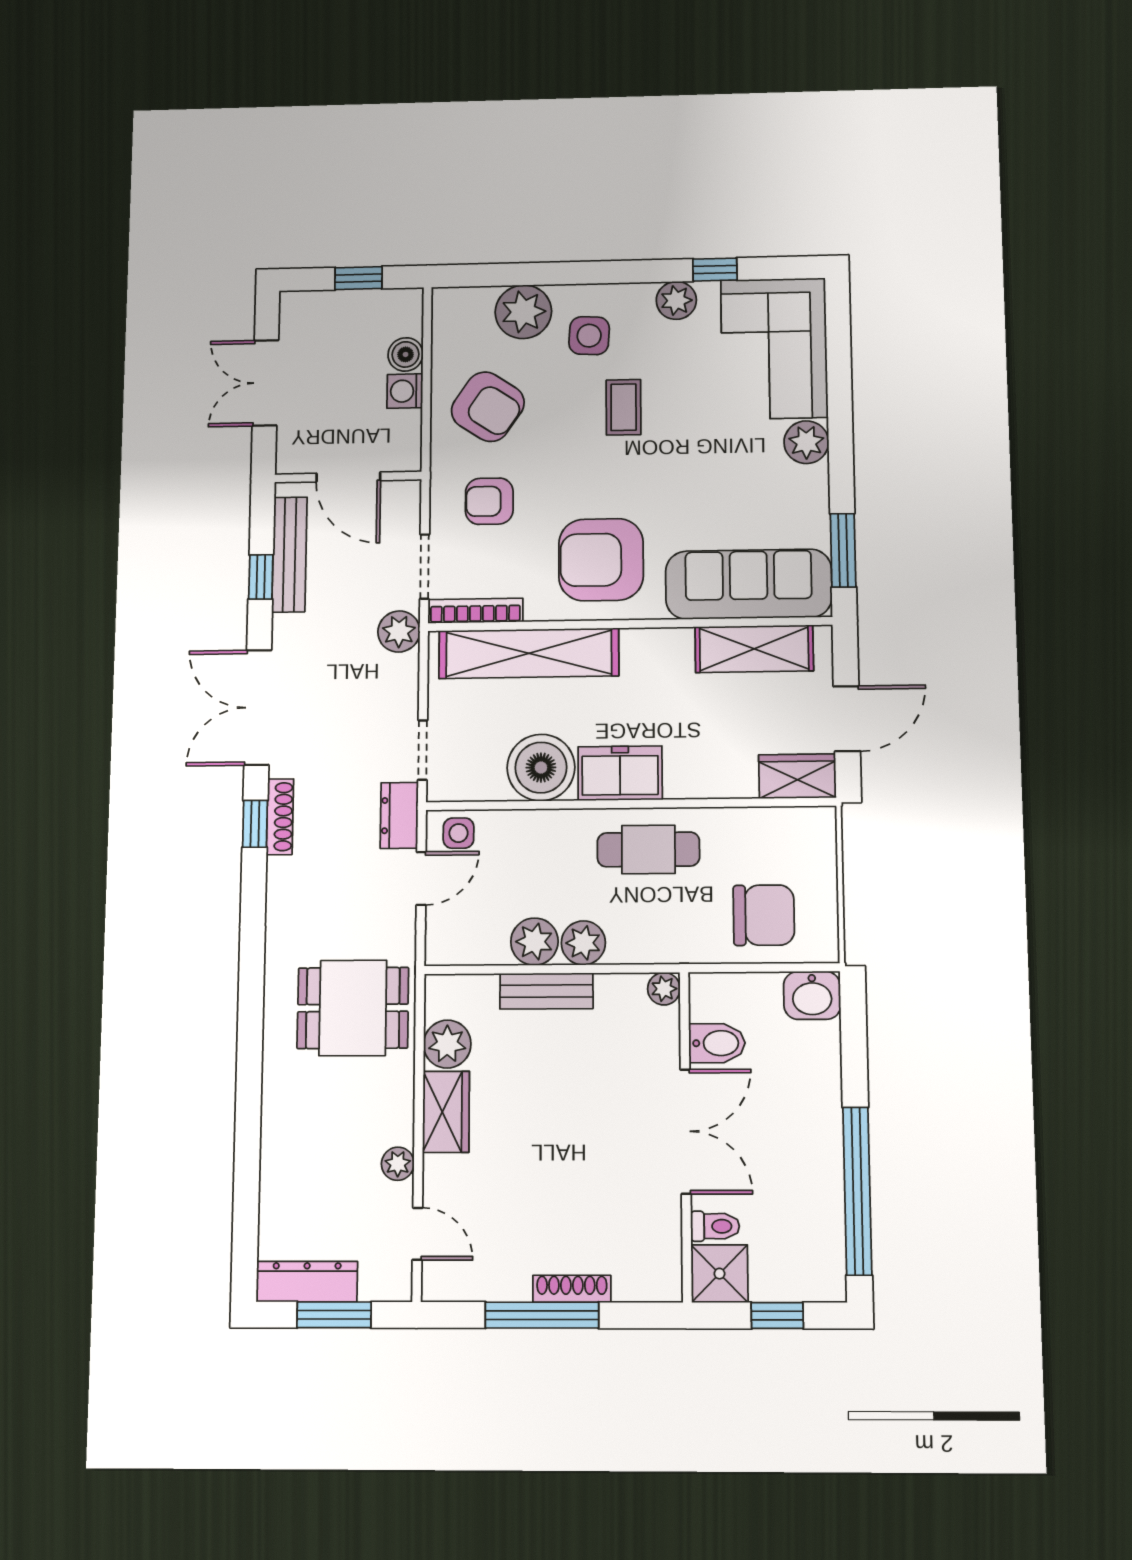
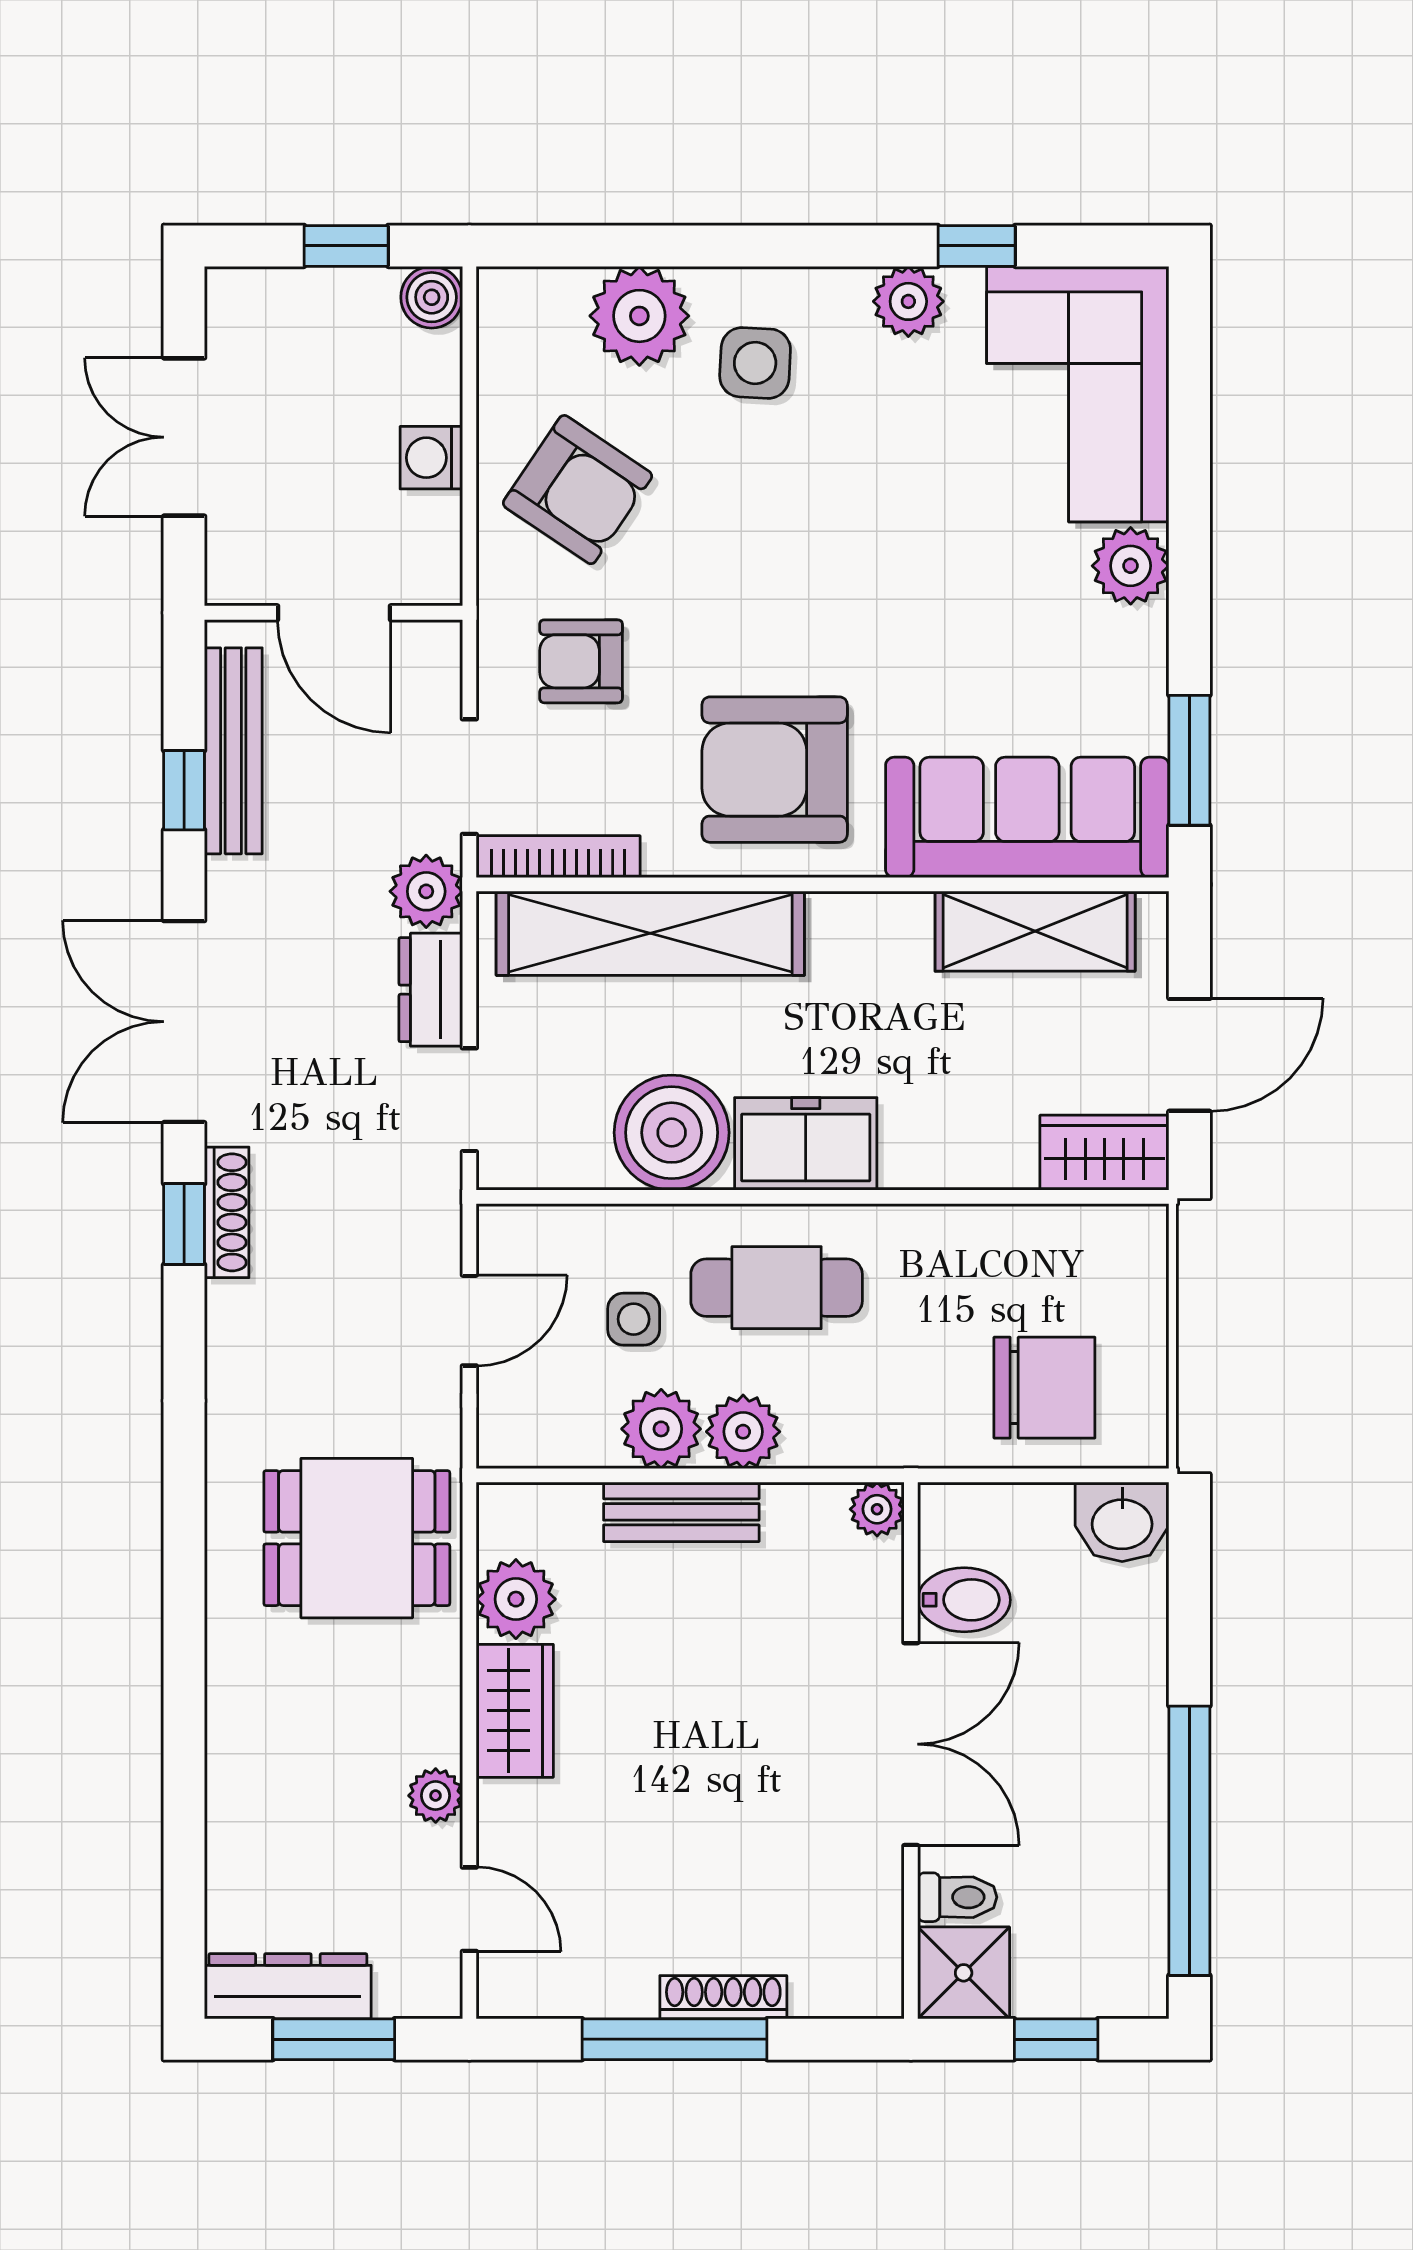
boiler: (406, 354) -> (432, 297), moved
coffee table: (624, 407) -> (815, 496), removed
dresser: (399, 815) -> (431, 990), moved
side table: (459, 833) -> (634, 1319), moved
cafe table: (648, 849) -> (777, 1288), moved

